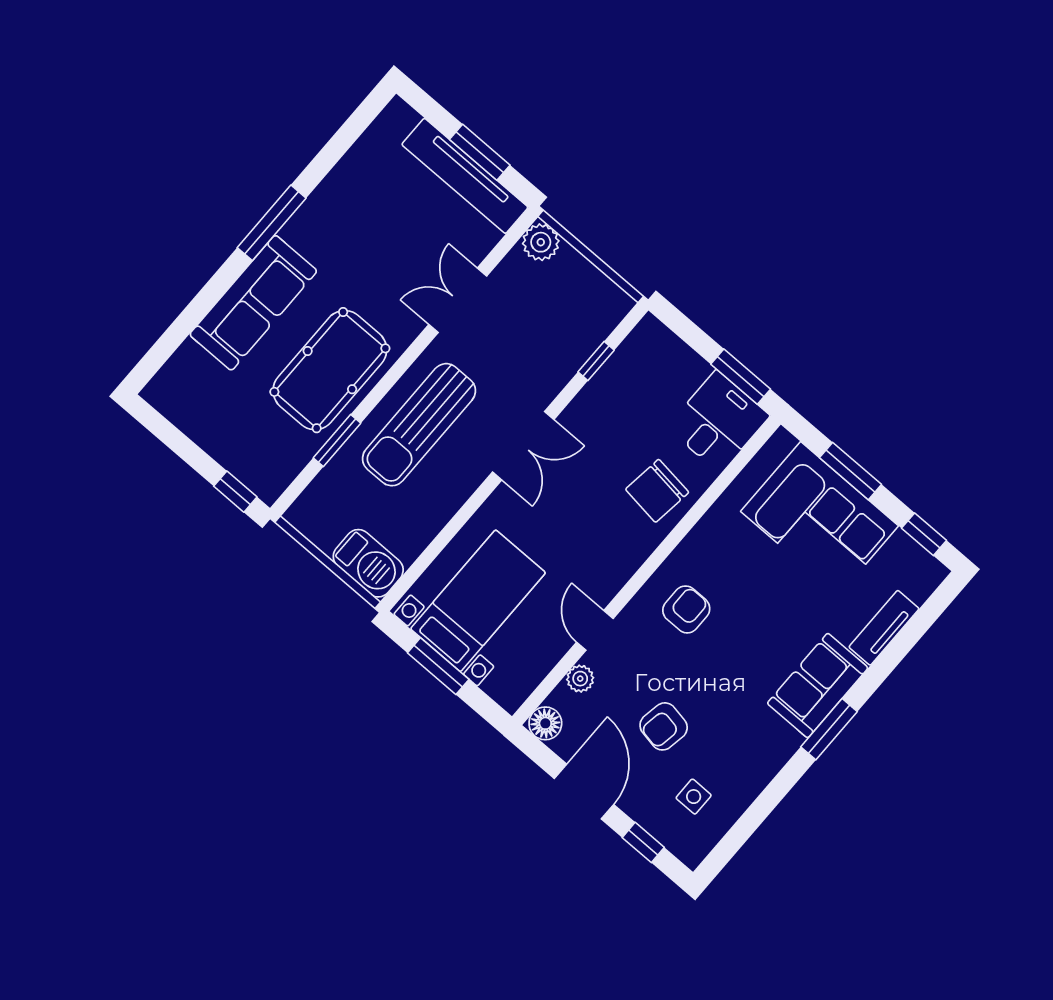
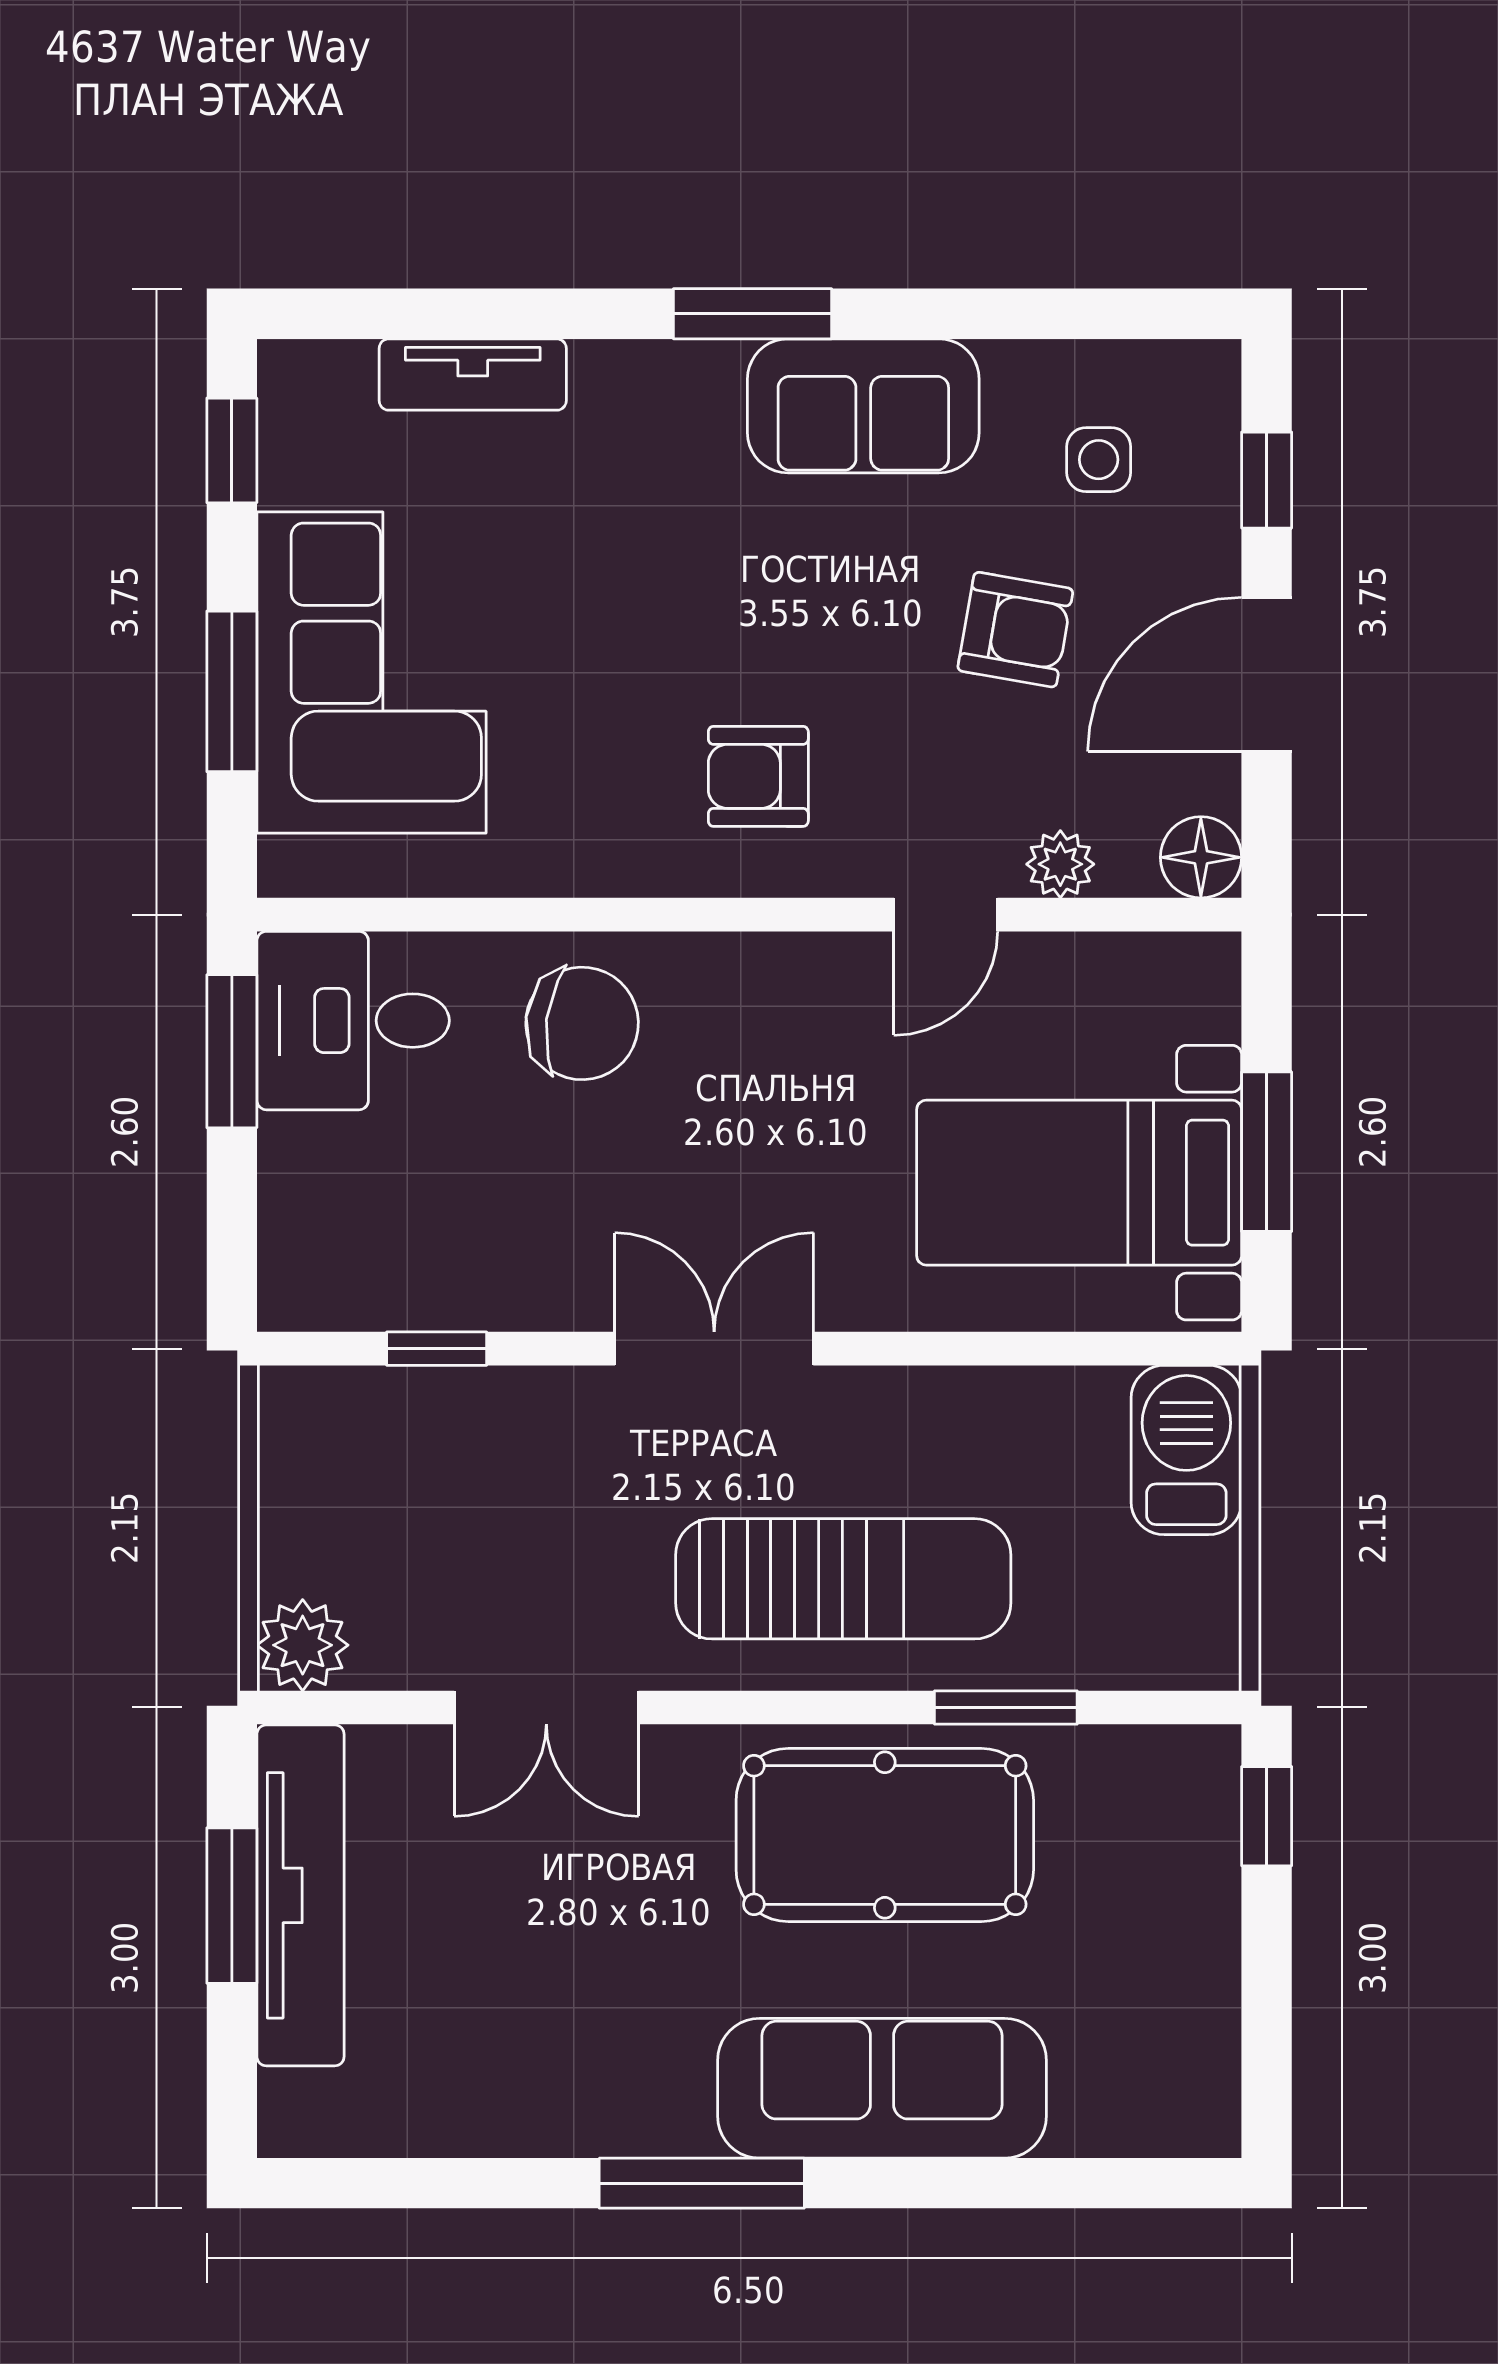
sofa: (818, 686) -> (863, 406), moved

